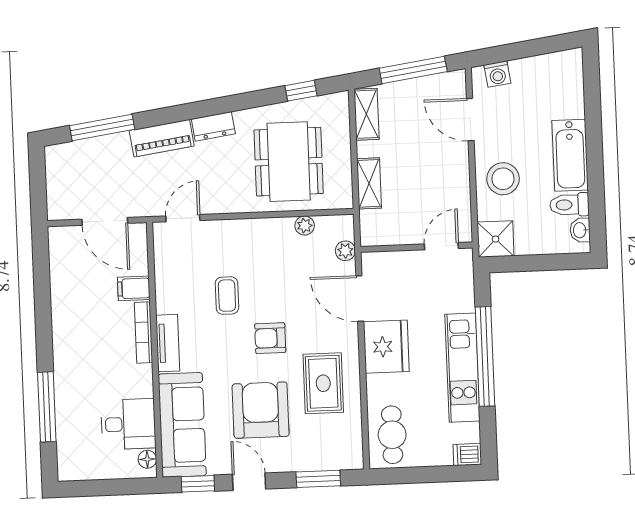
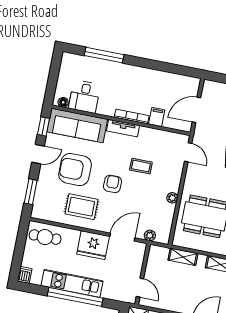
plant: (305, 226) -> (172, 198), moved
armchair: (261, 410) -> (75, 170), turned 180

